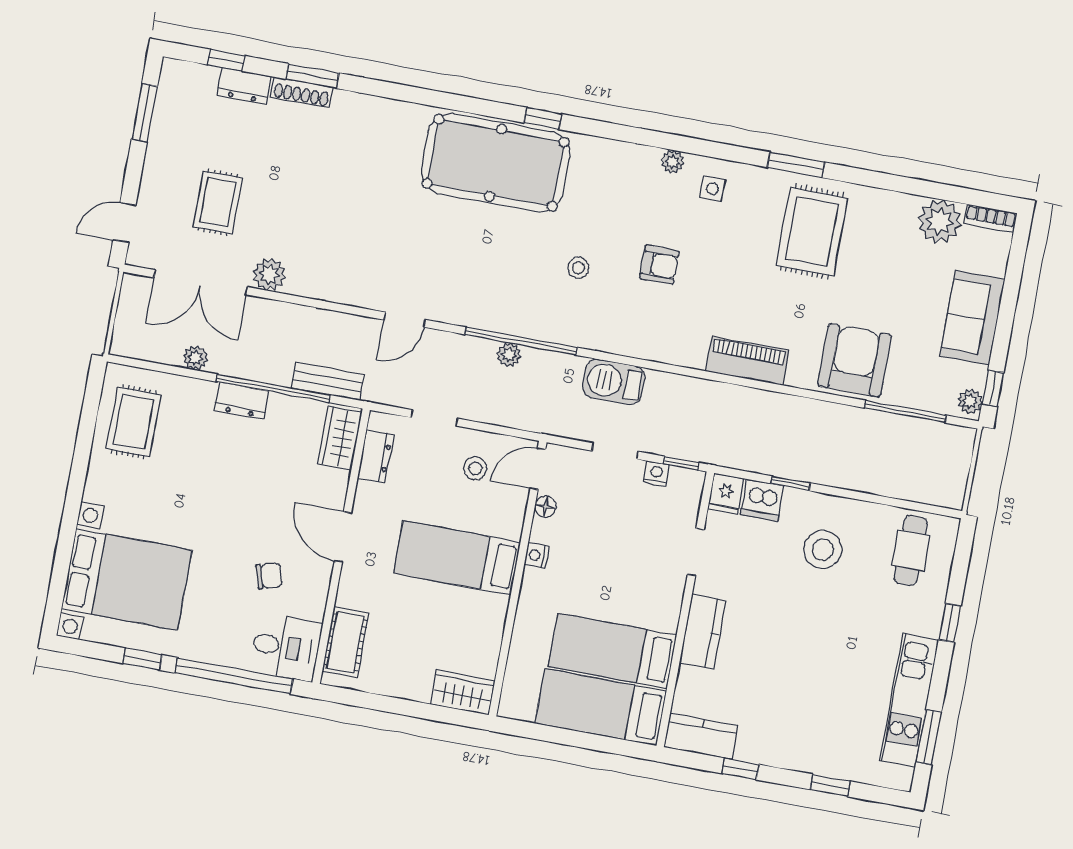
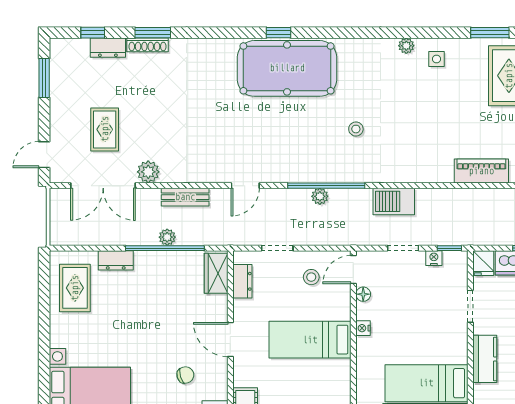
window: (543, 118) -> (278, 33), moved
armchair: (659, 265) -> (410, 117), removed
plant: (195, 358) -> (167, 237), moved
bench: (328, 381) -> (185, 197), moved
dresser: (241, 401) -> (116, 260), moved

